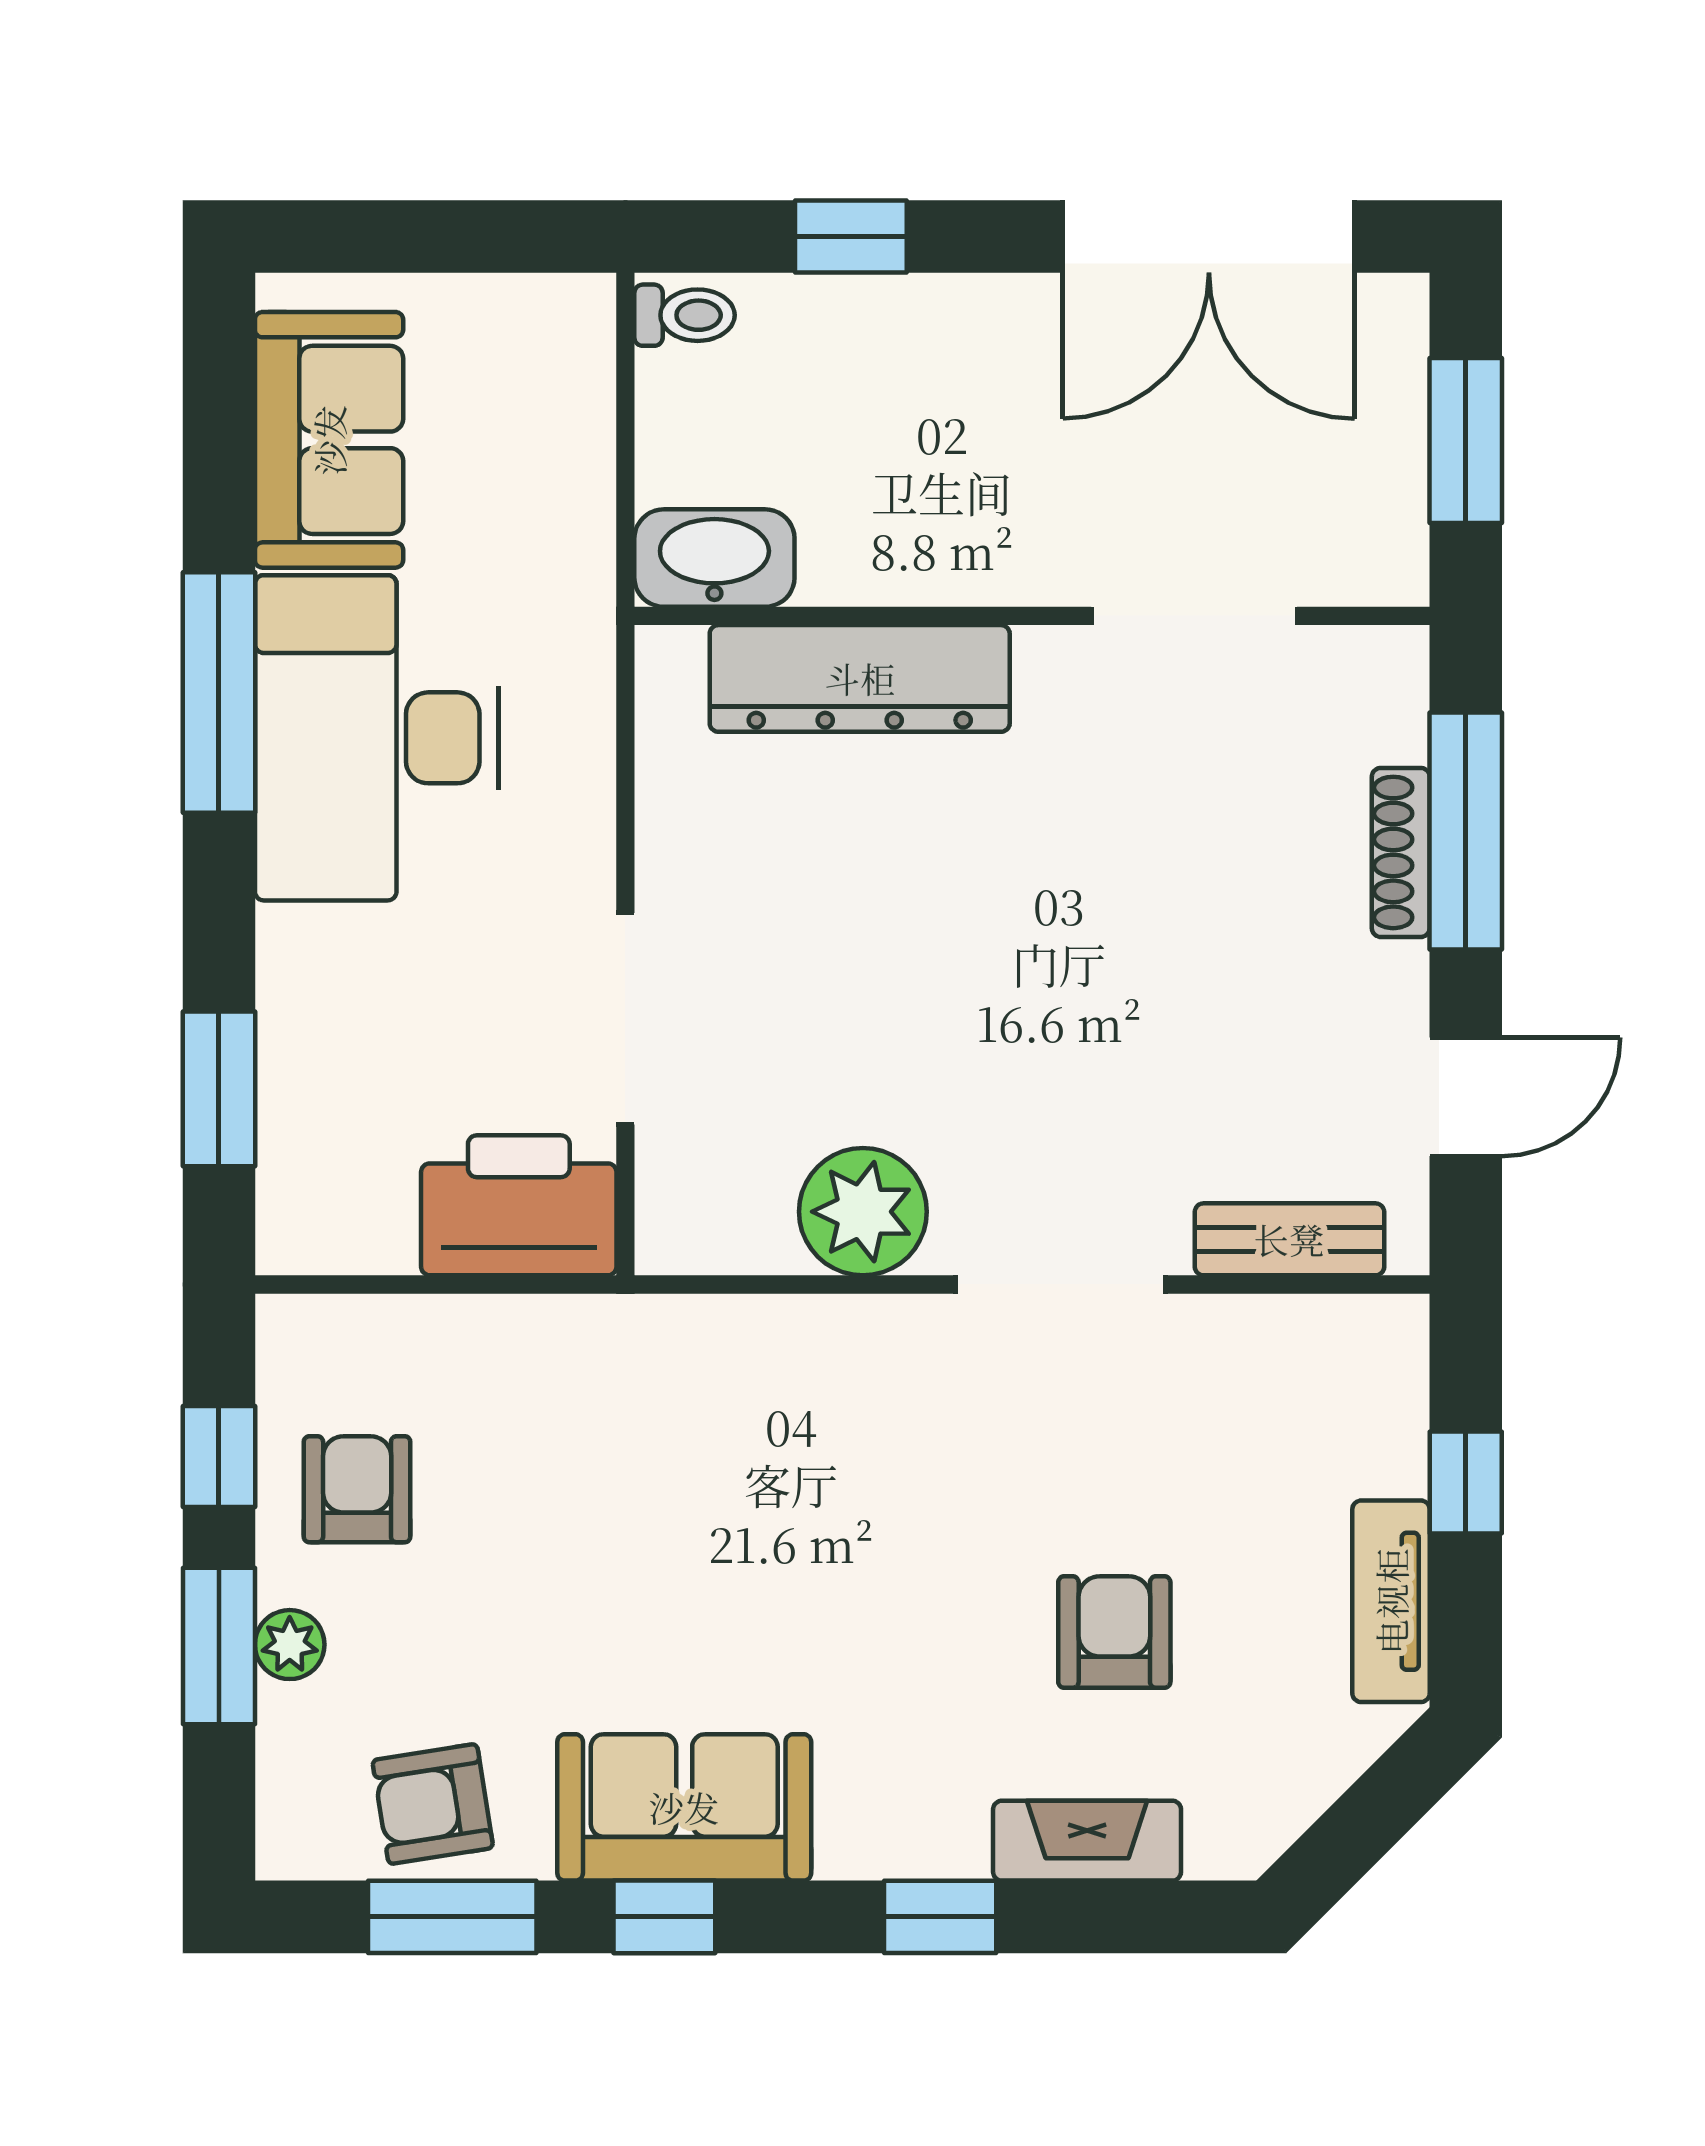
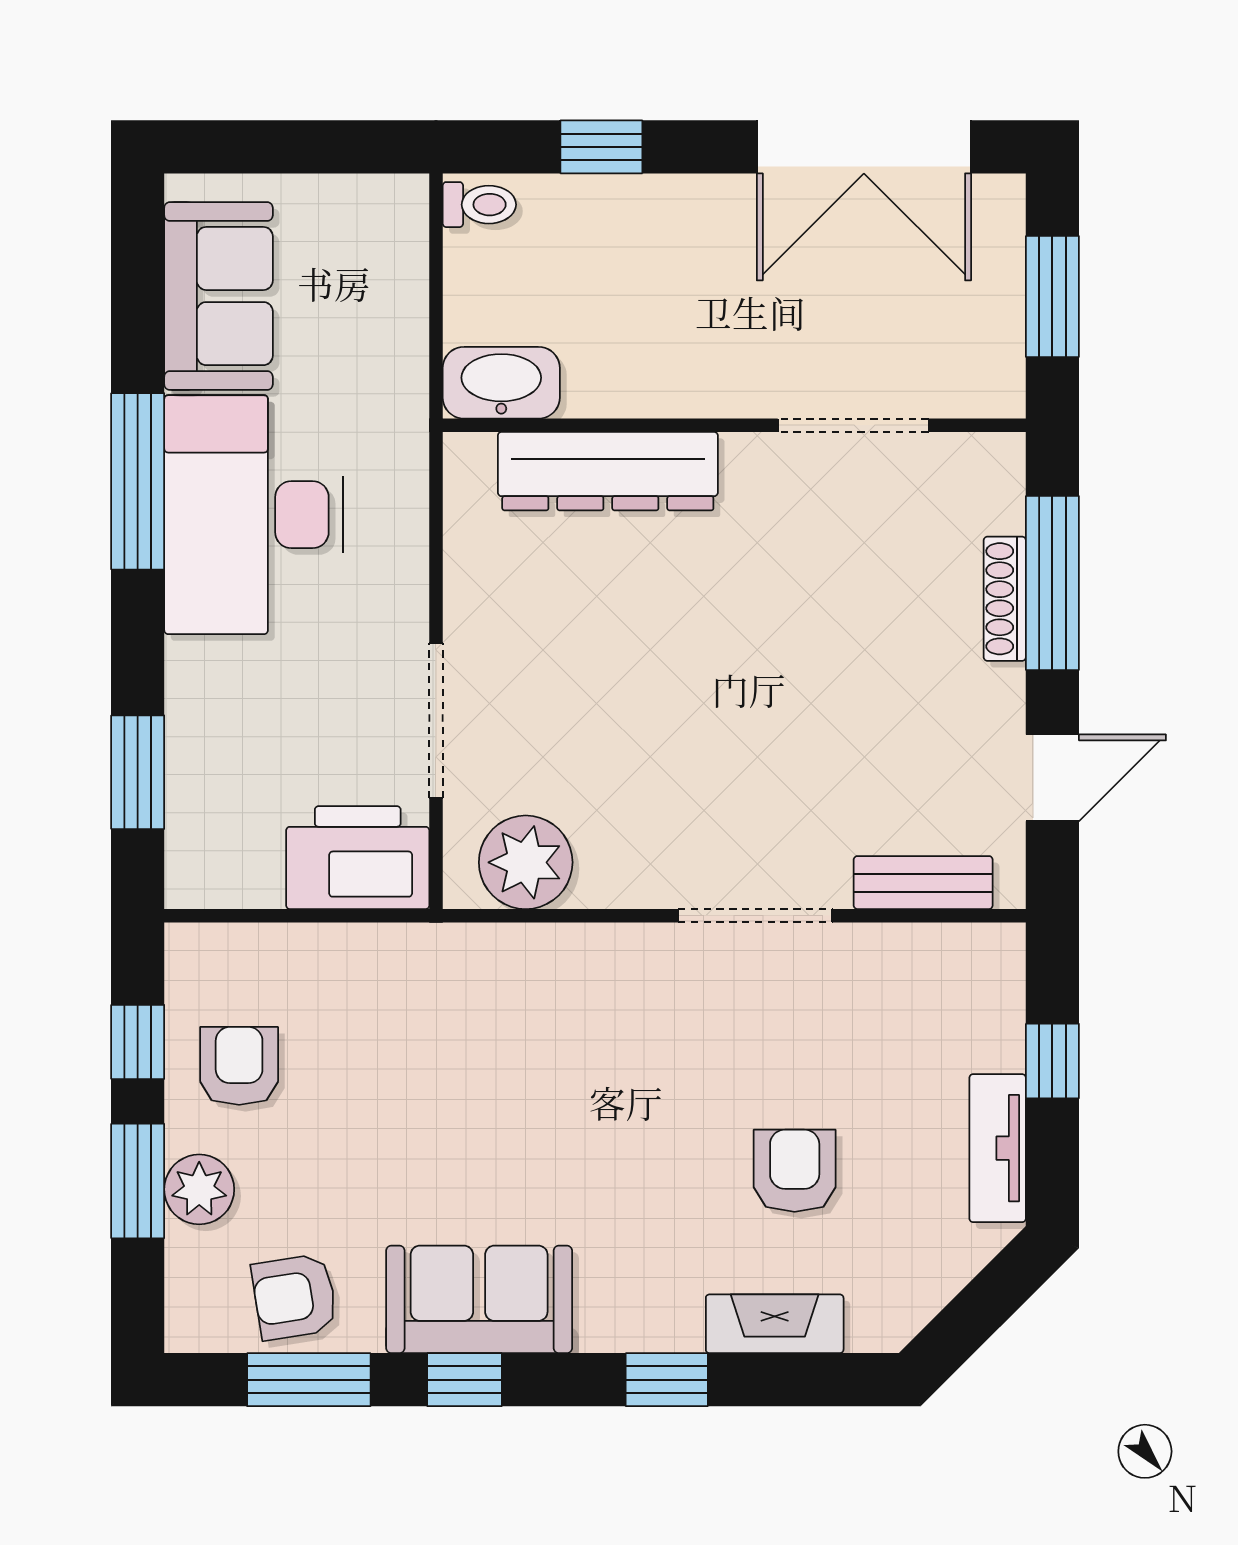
plant: (863, 1212) -> (526, 862), moved
plant: (290, 1645) -> (199, 1189), width x1.38, depth x1.38

